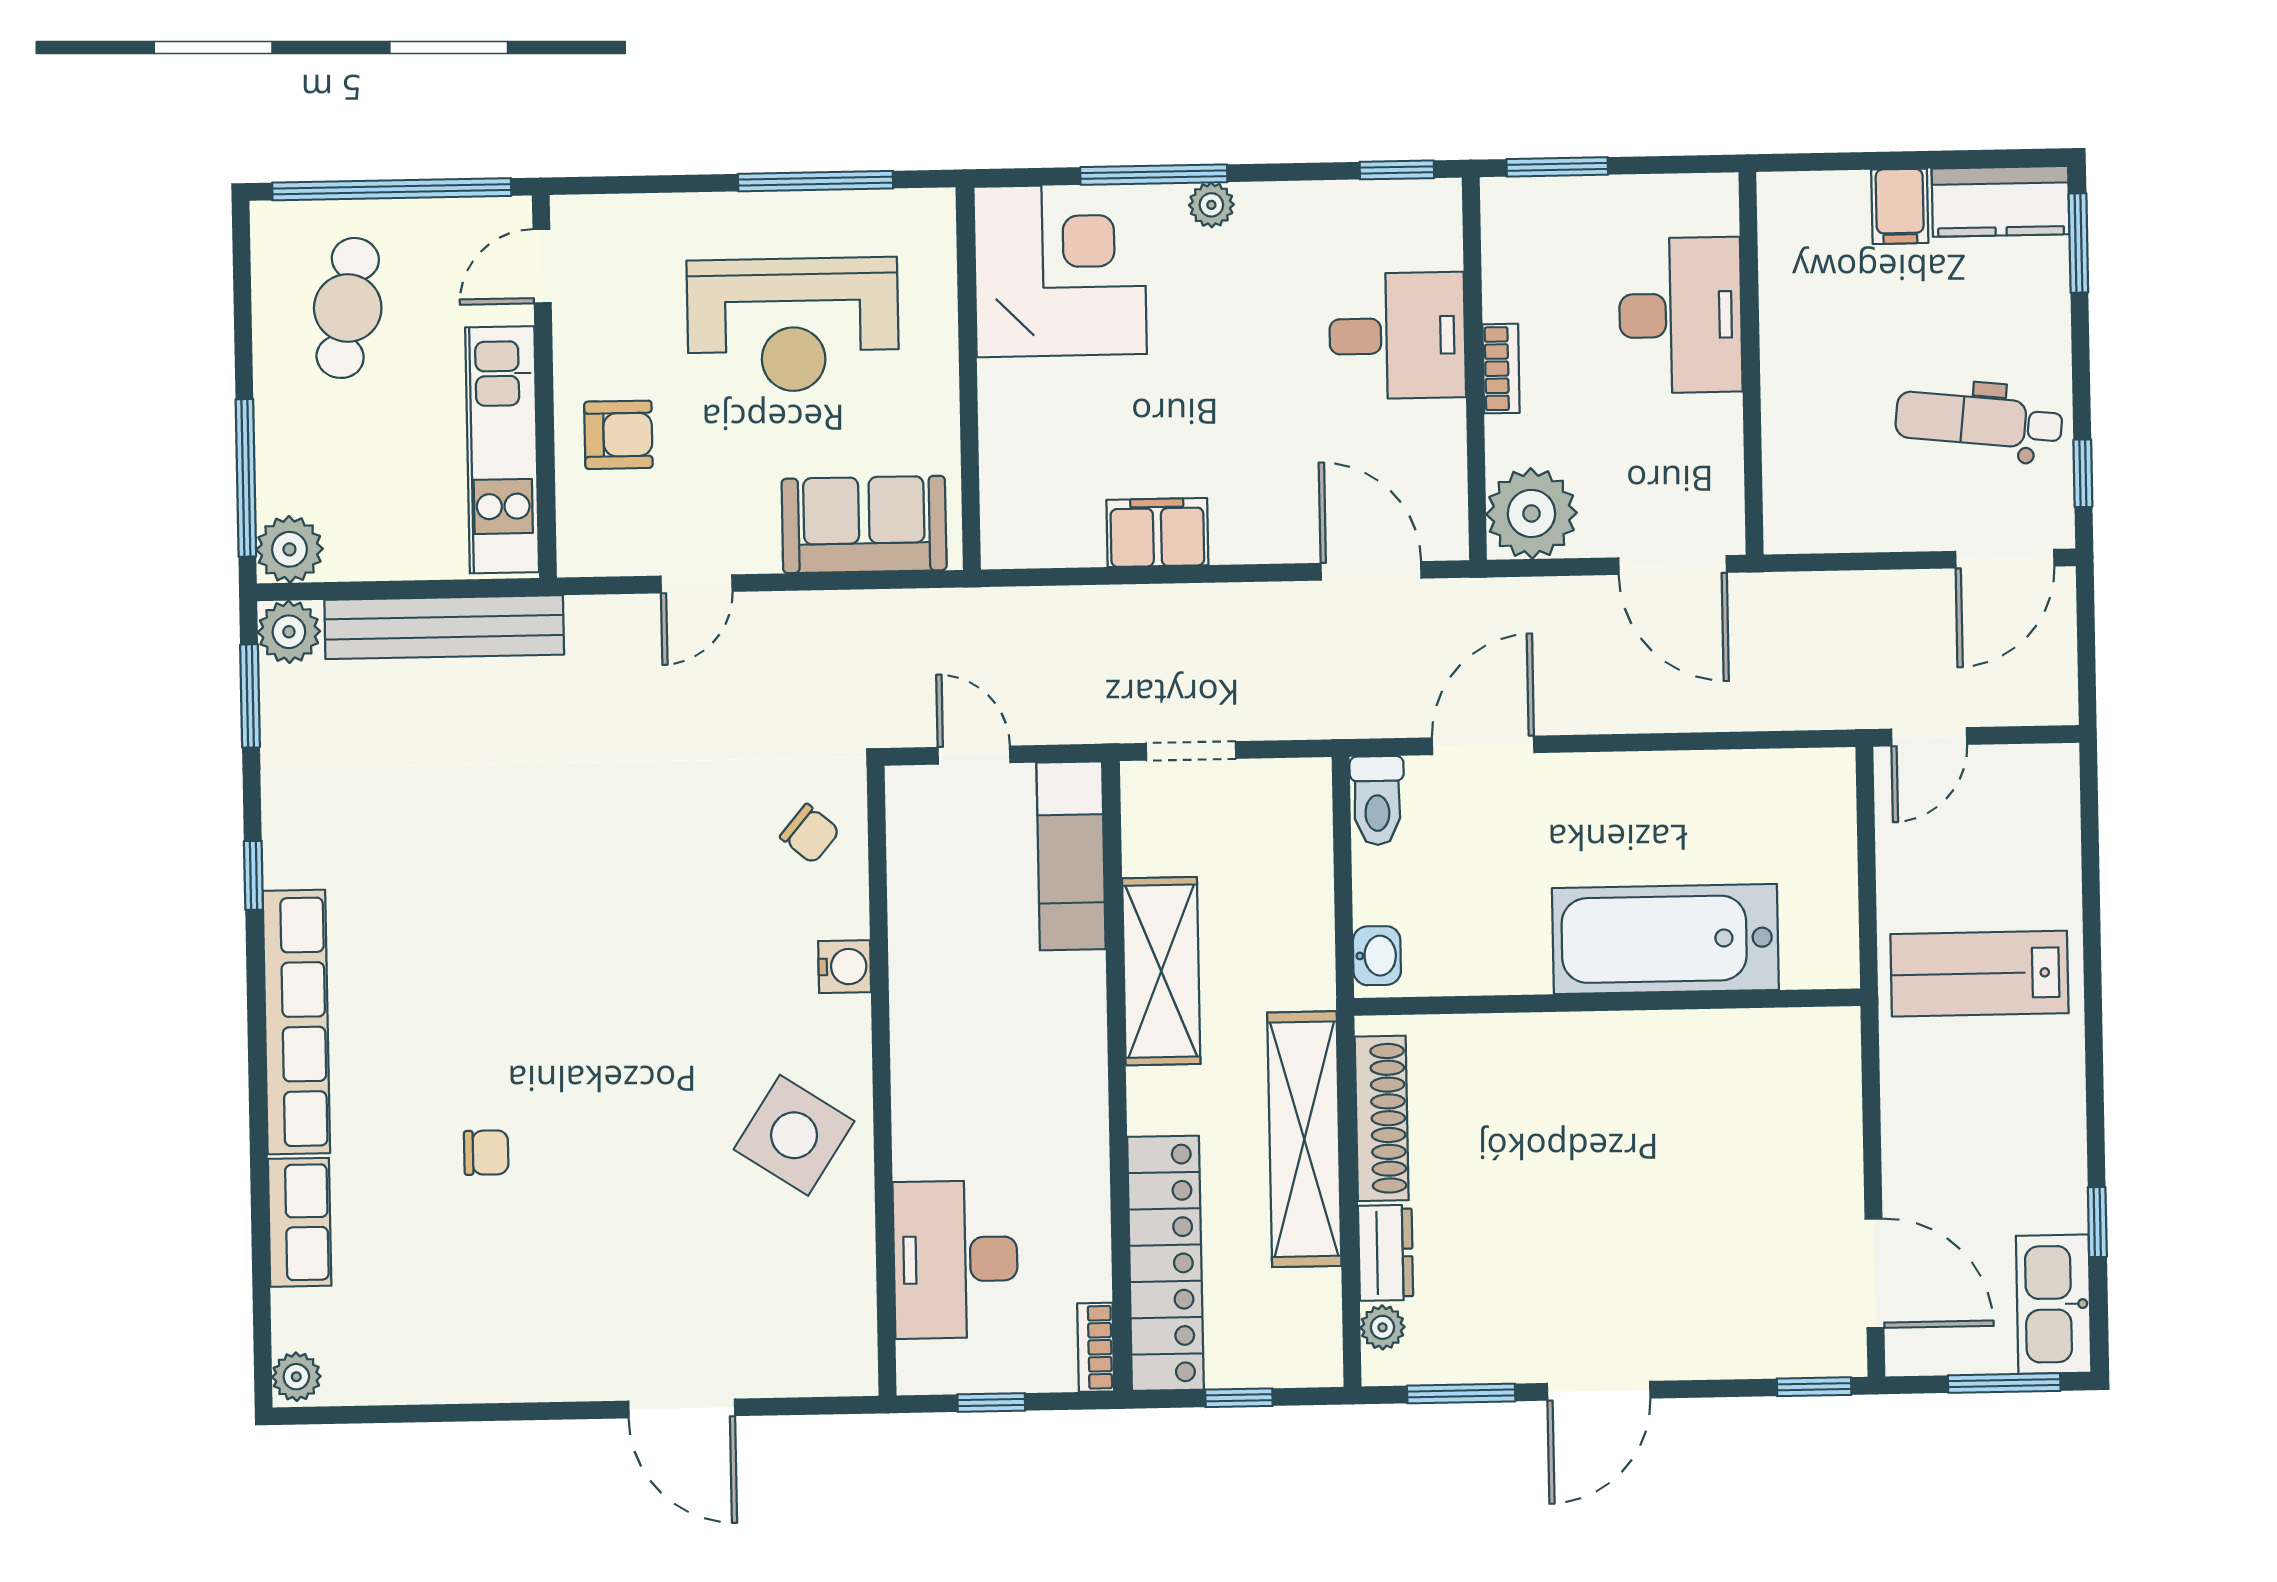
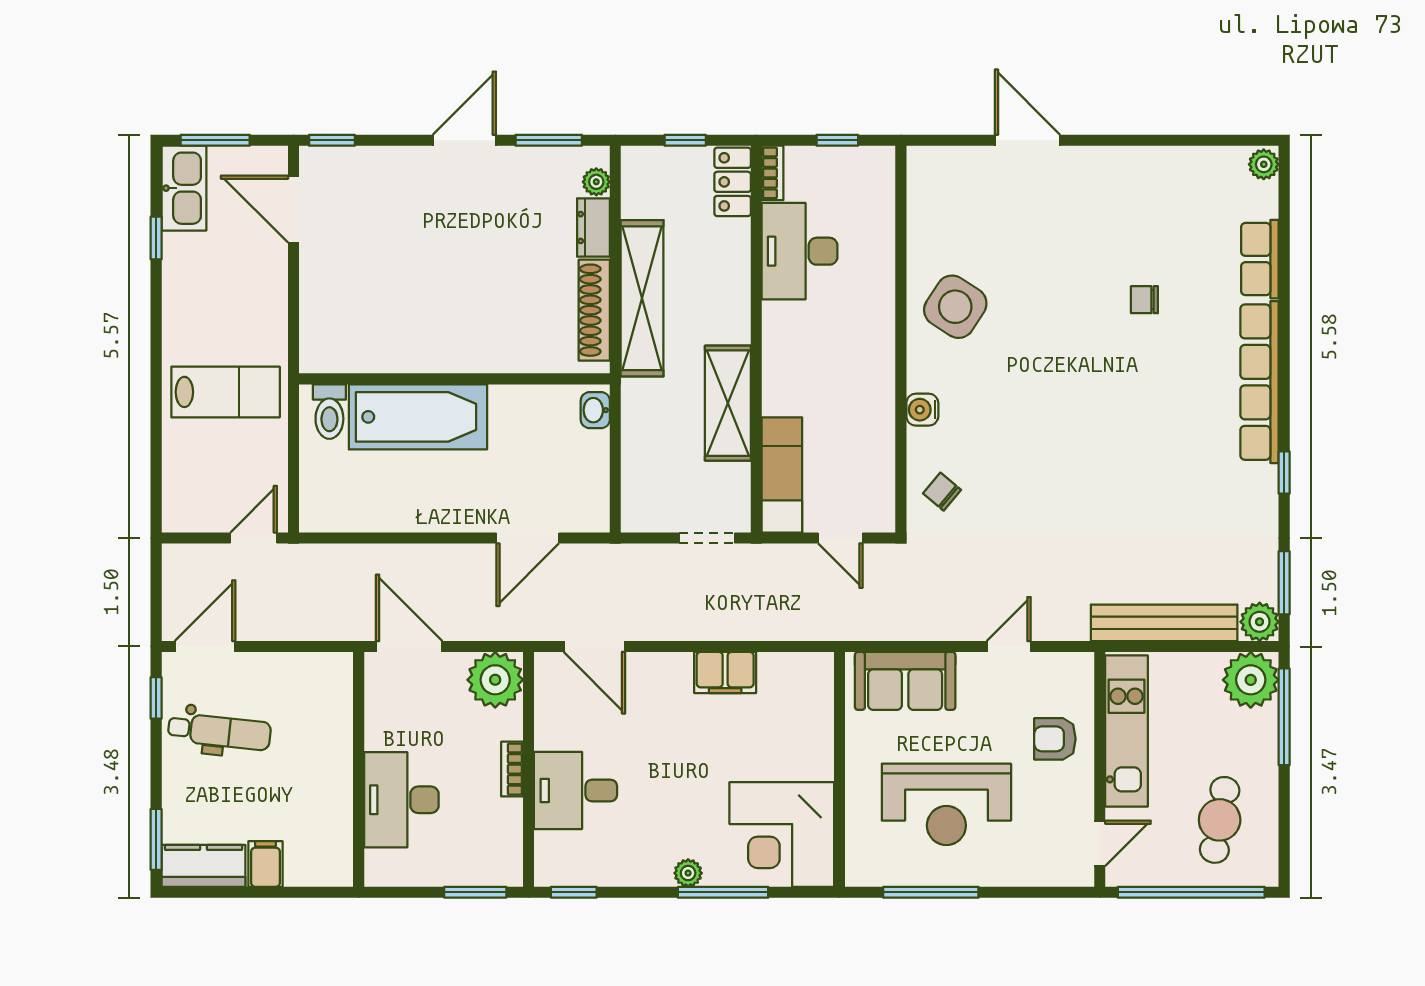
reception desk: (793, 325) -> (946, 804), turned 180
plant: (289, 549) -> (1251, 680), width x1.36, depth x1.36
toilet: (1377, 801) -> (329, 412), moved, turned 180
desk: (955, 1259) -> (800, 251), moved, turned 180
locker: (1165, 1263) -> (733, 182), width x0.46, depth x0.83

